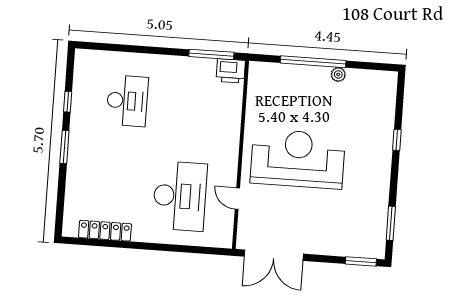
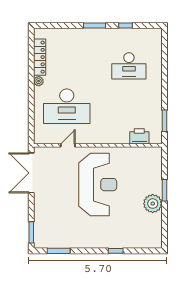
window: (211, 54) -> (165, 121), width x0.69
window: (313, 62) -> (165, 190), width x0.47
printer: (231, 71) -> (139, 136), moved, turned 90
plant: (338, 74) -> (153, 204), width x1.87, depth x1.87
plant: (140, 235) -> (39, 81), added

